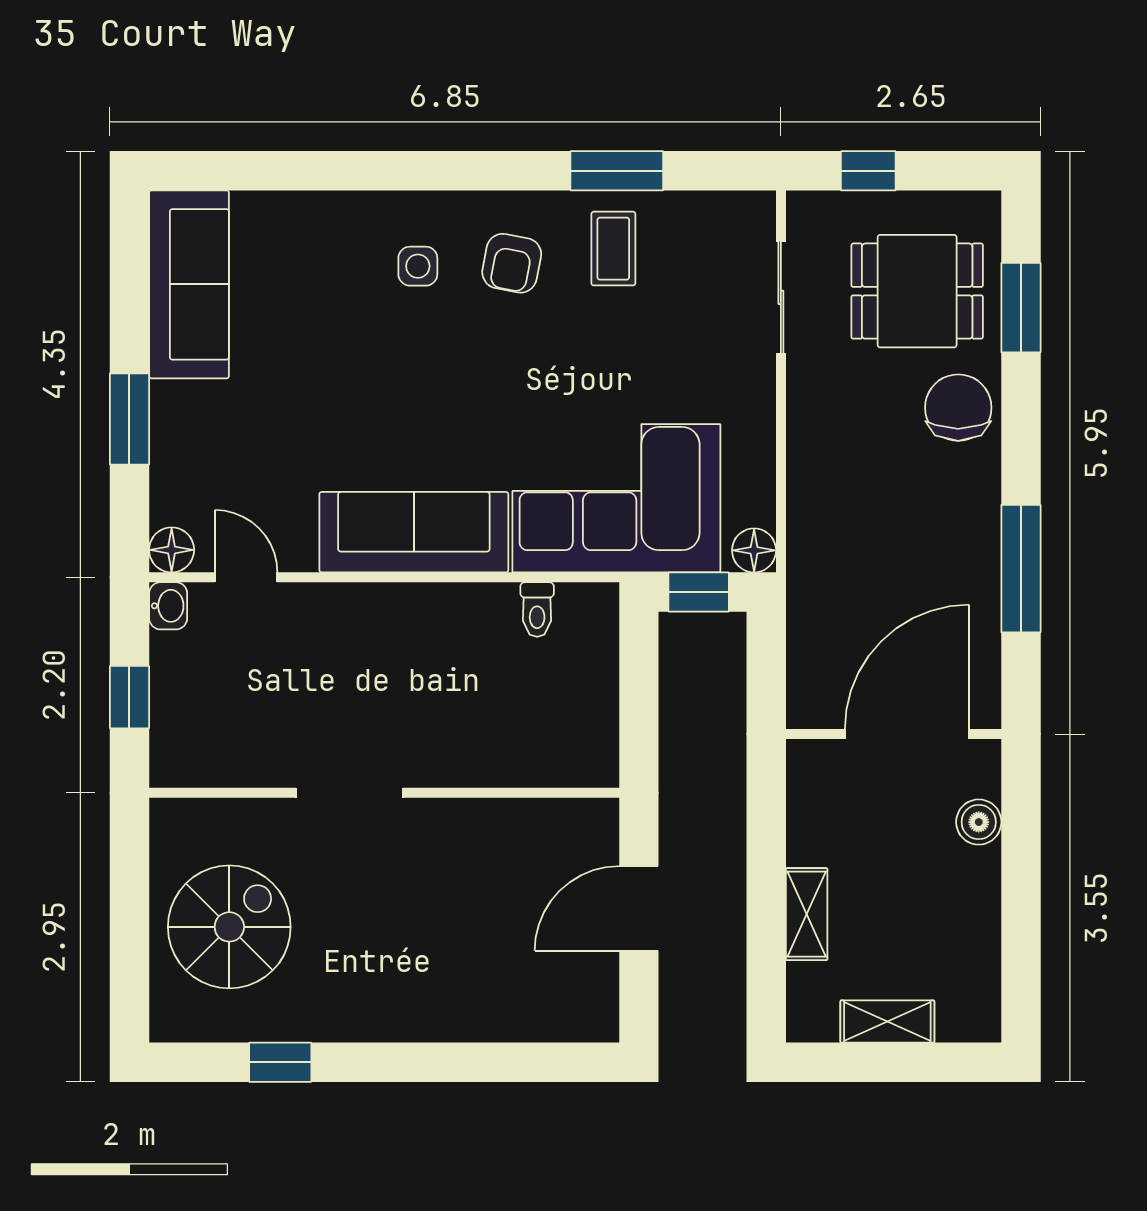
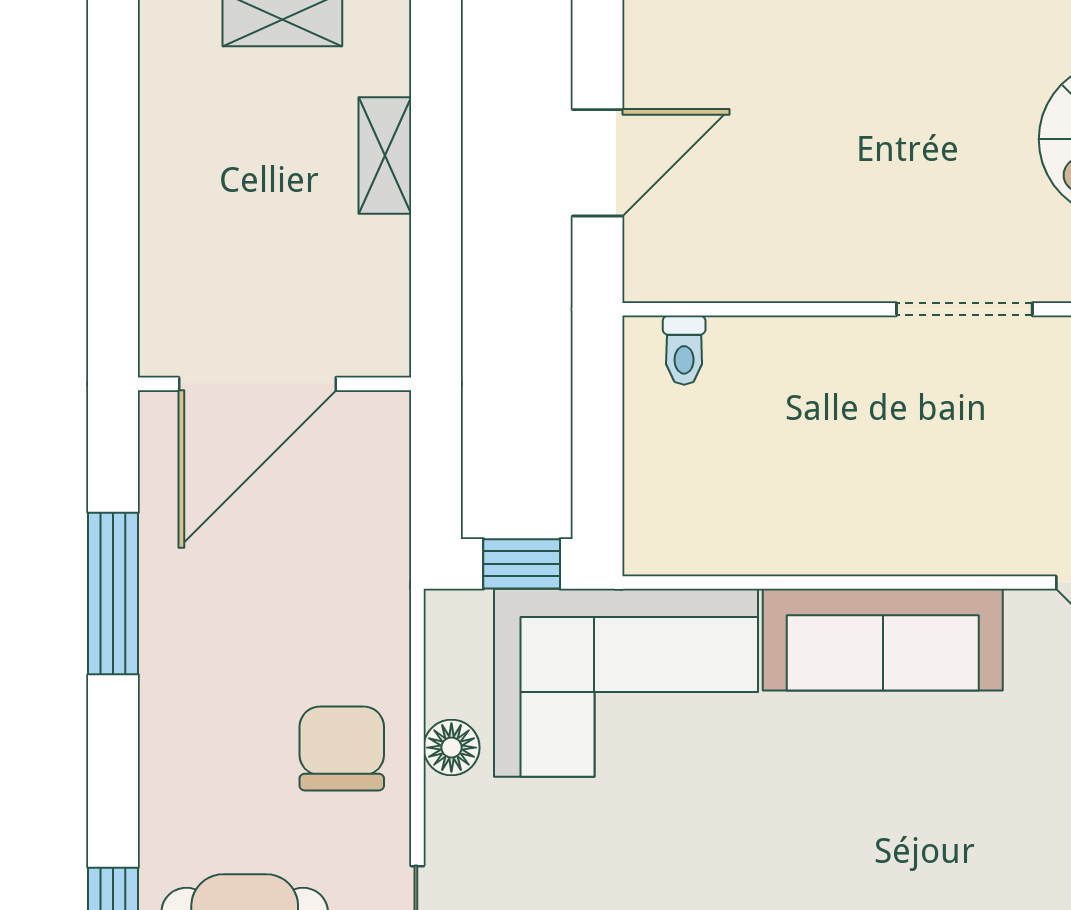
chair: (958, 408) -> (342, 748), moved, turned 180
floor lamp: (754, 550) -> (451, 748), moved
toilet: (537, 610) -> (684, 350), moved, turned 180
boiler: (979, 822) -> (167, 272), removed

